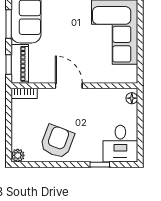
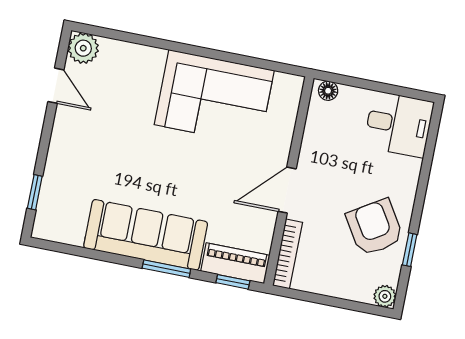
bookcase: (24, 93) -> (288, 254), width x1.56
armchair: (57, 142) -> (375, 227), turned 37
window: (100, 165) -> (410, 250), moved

